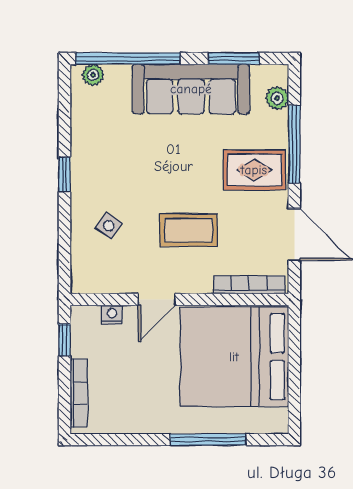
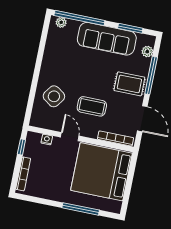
window: (64, 174) -> (38, 67), removed
side table: (109, 226) -> (54, 96), width x1.87, depth x1.87
door: (157, 300) -> (70, 137), swing flipped

